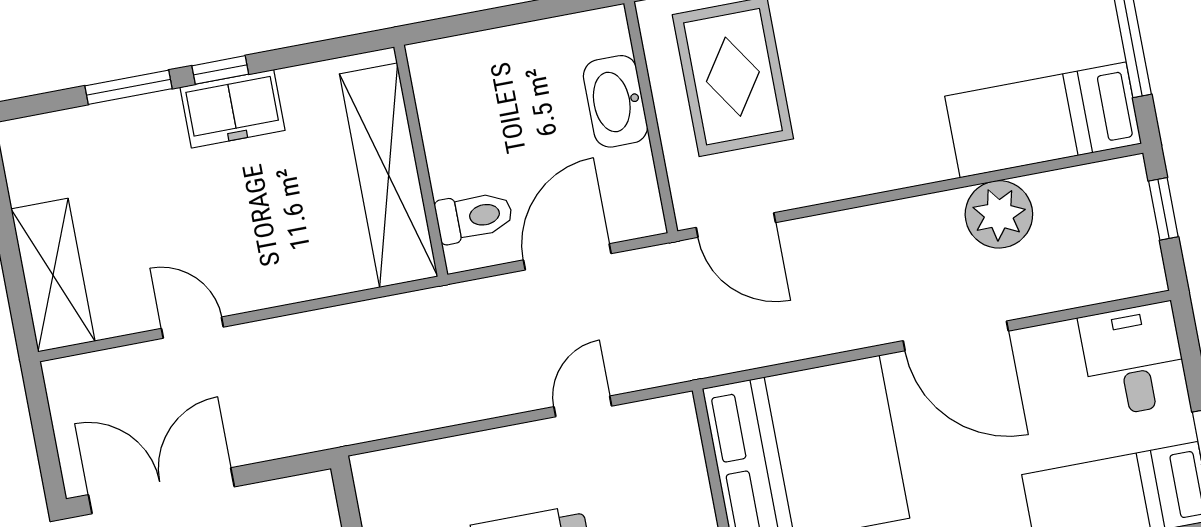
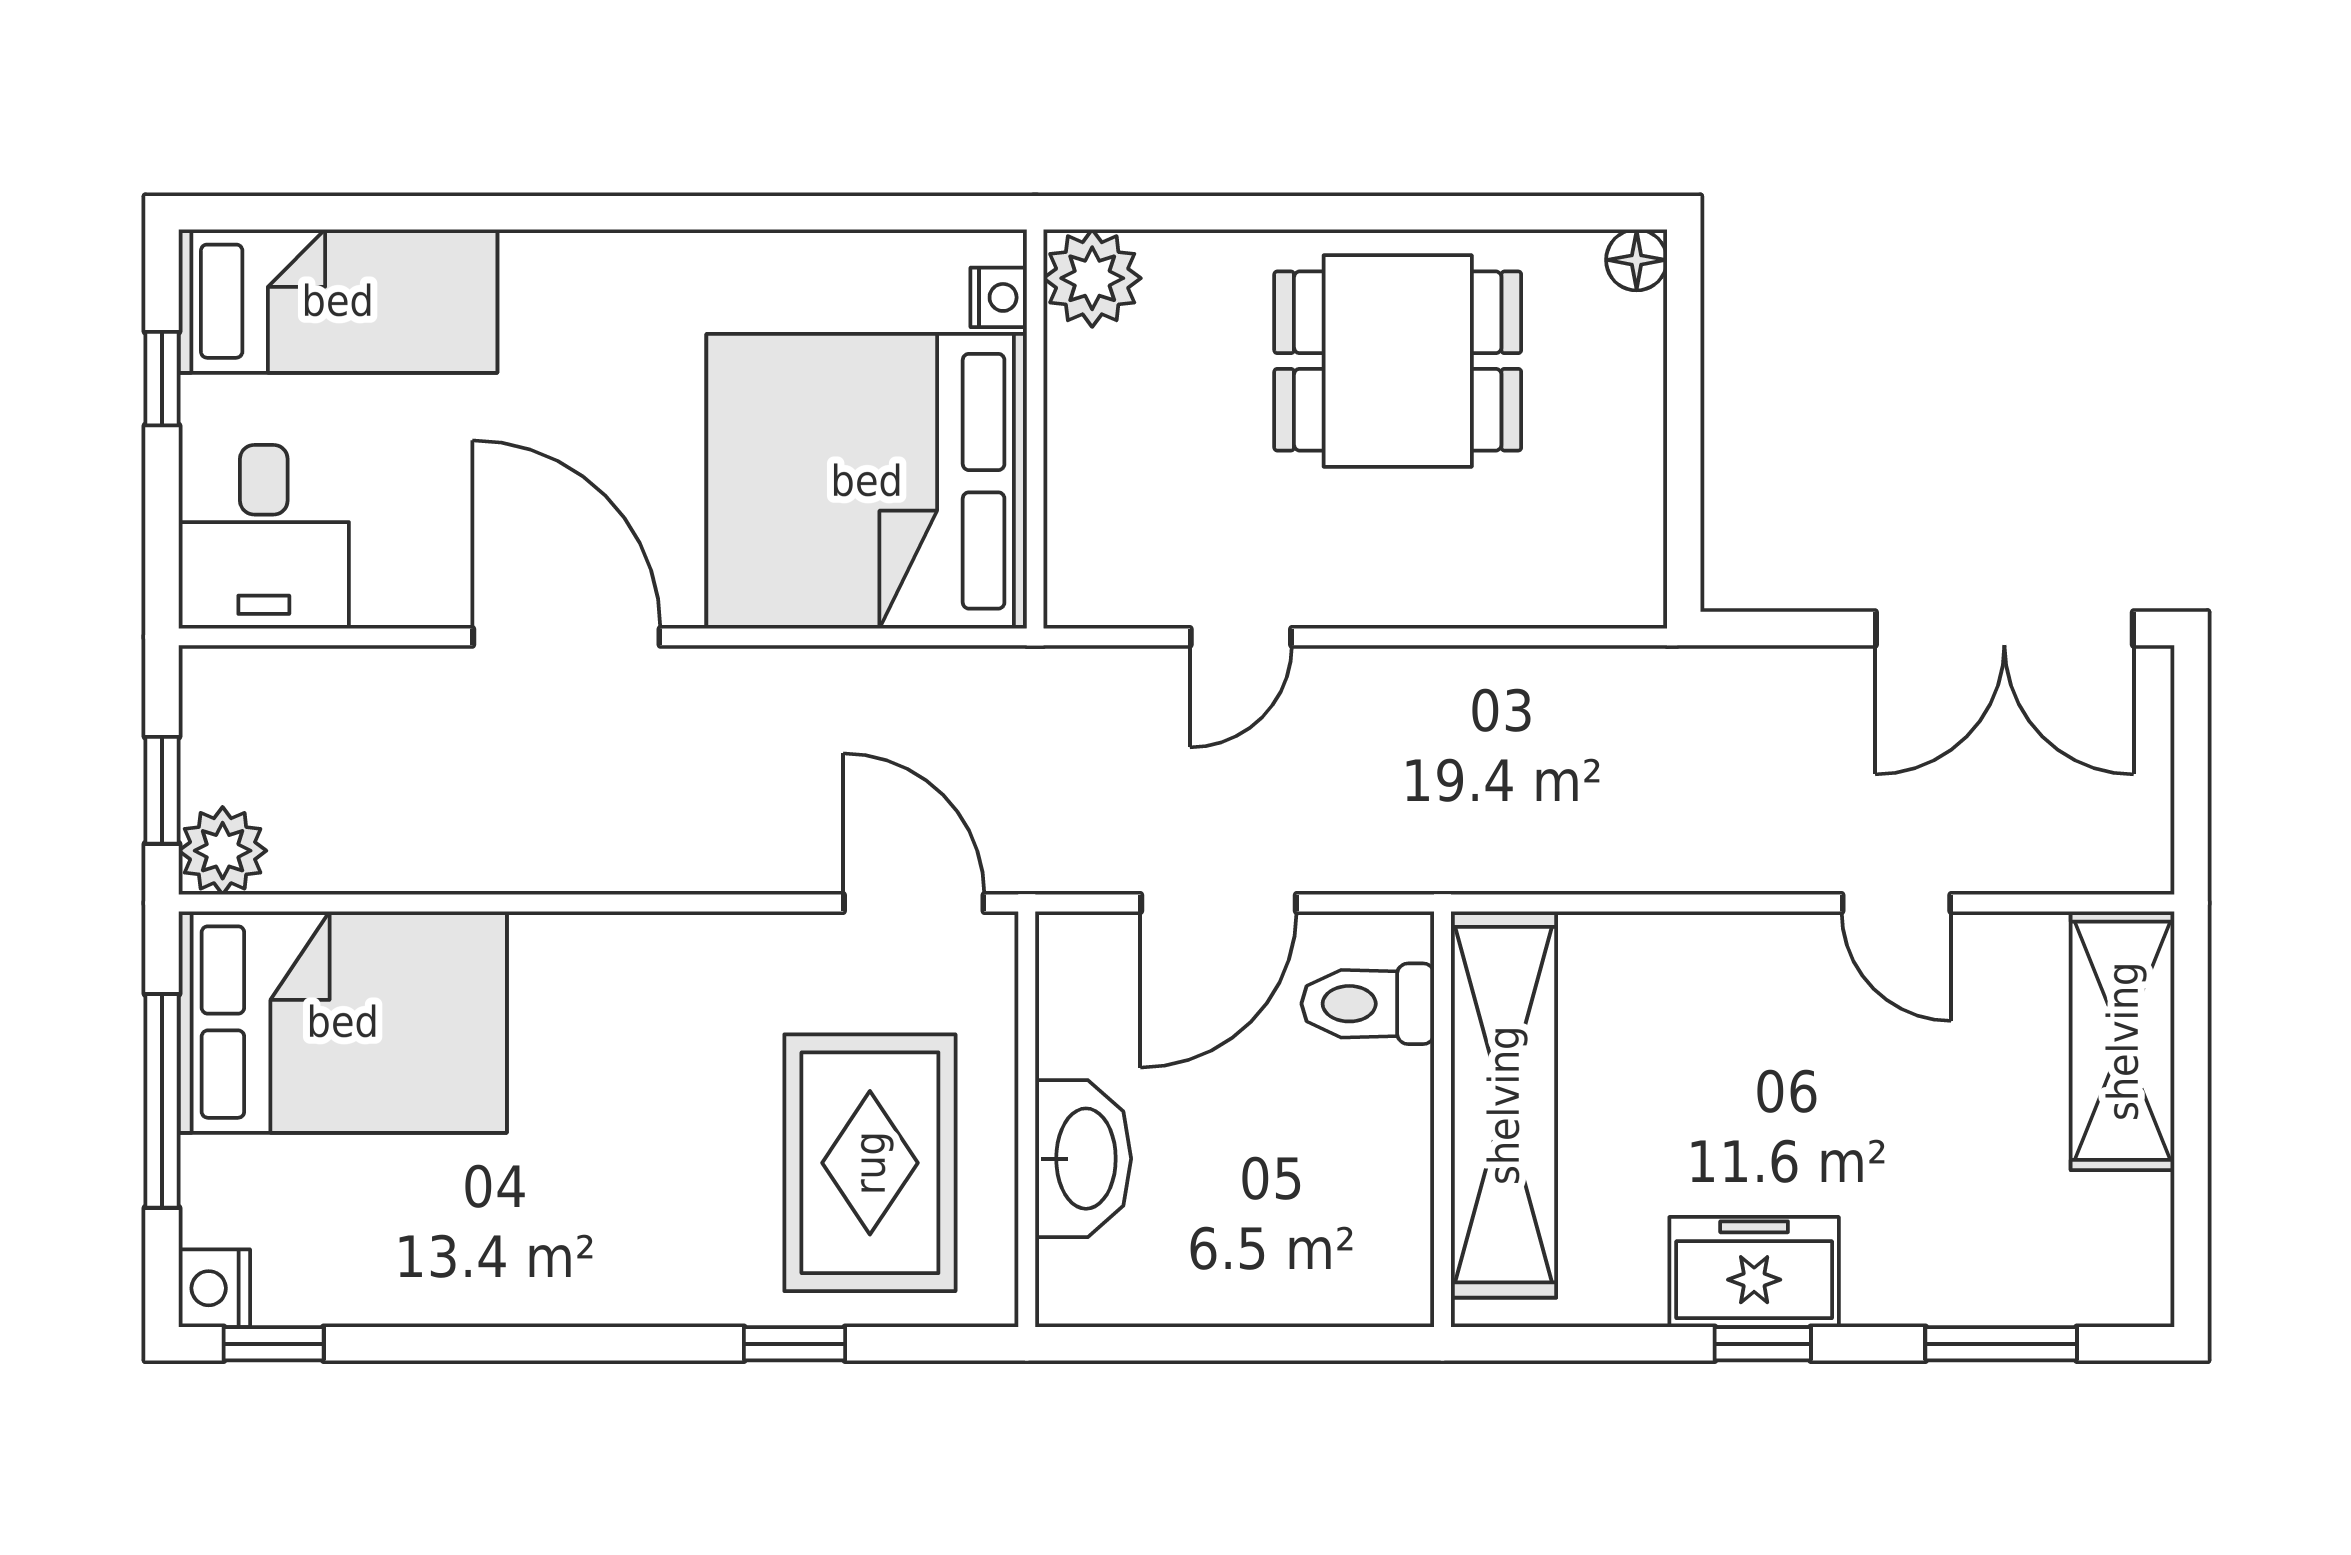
window: (129, 87) -> (2001, 1344), moved
bed: (1043, 120) -> (343, 1022), width x1.50
plant: (999, 214) -> (223, 851), moved, width x0.73, depth x0.73

